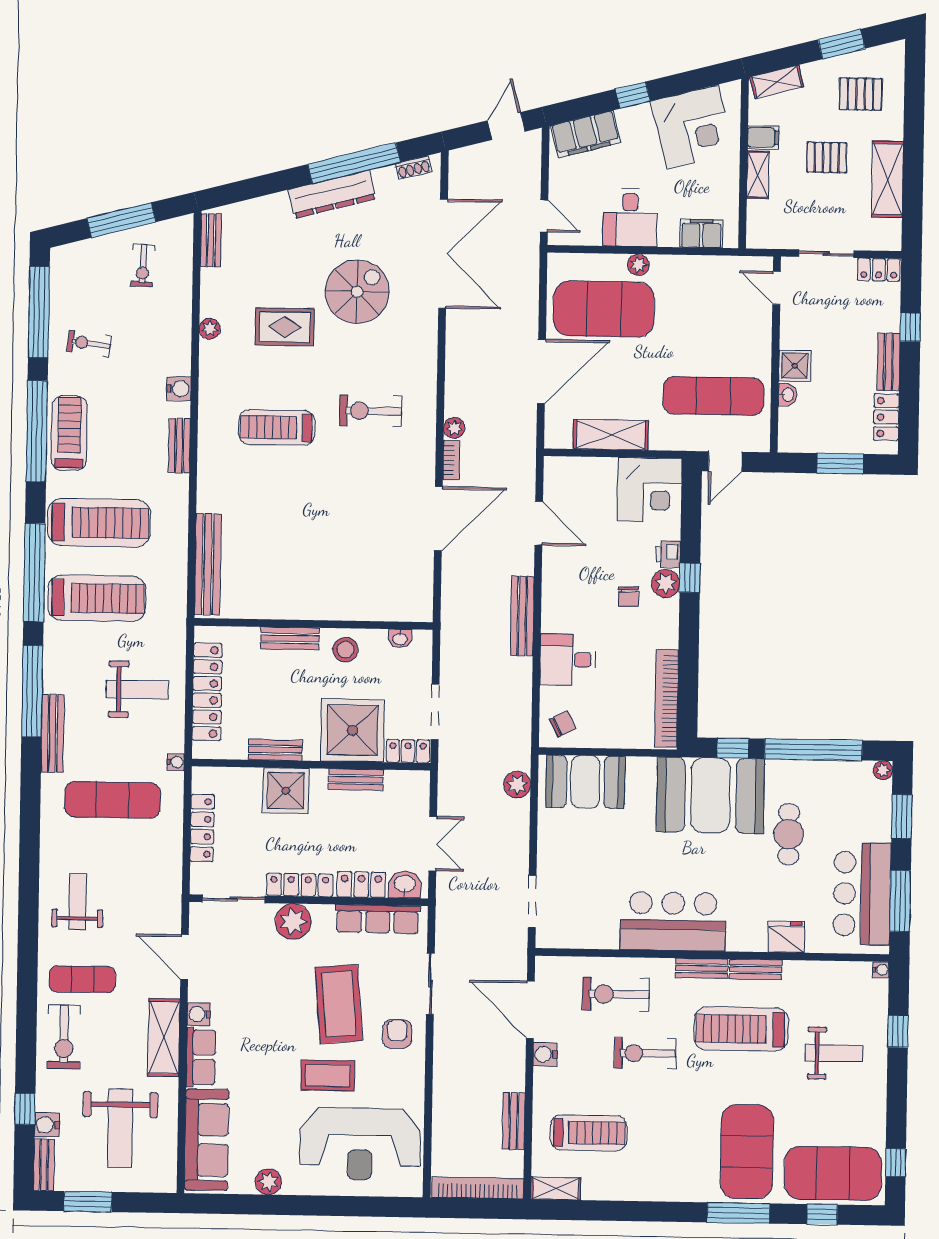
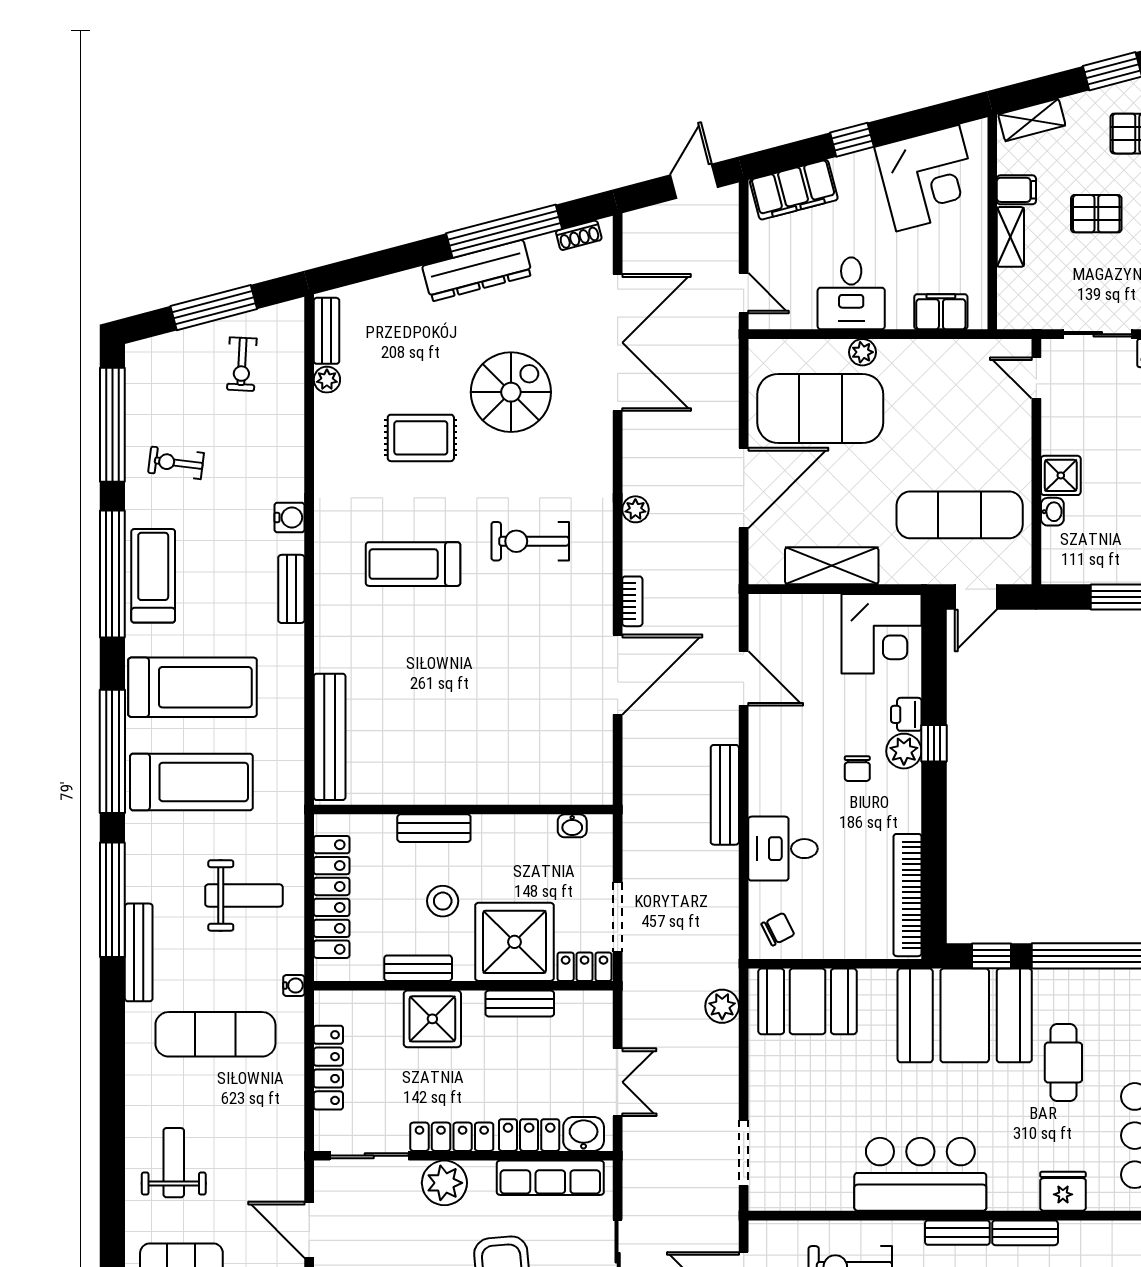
plant: (210, 329) -> (327, 380), moved
plant: (454, 428) -> (635, 509), moved
stool: (345, 650) -> (443, 901), moved

